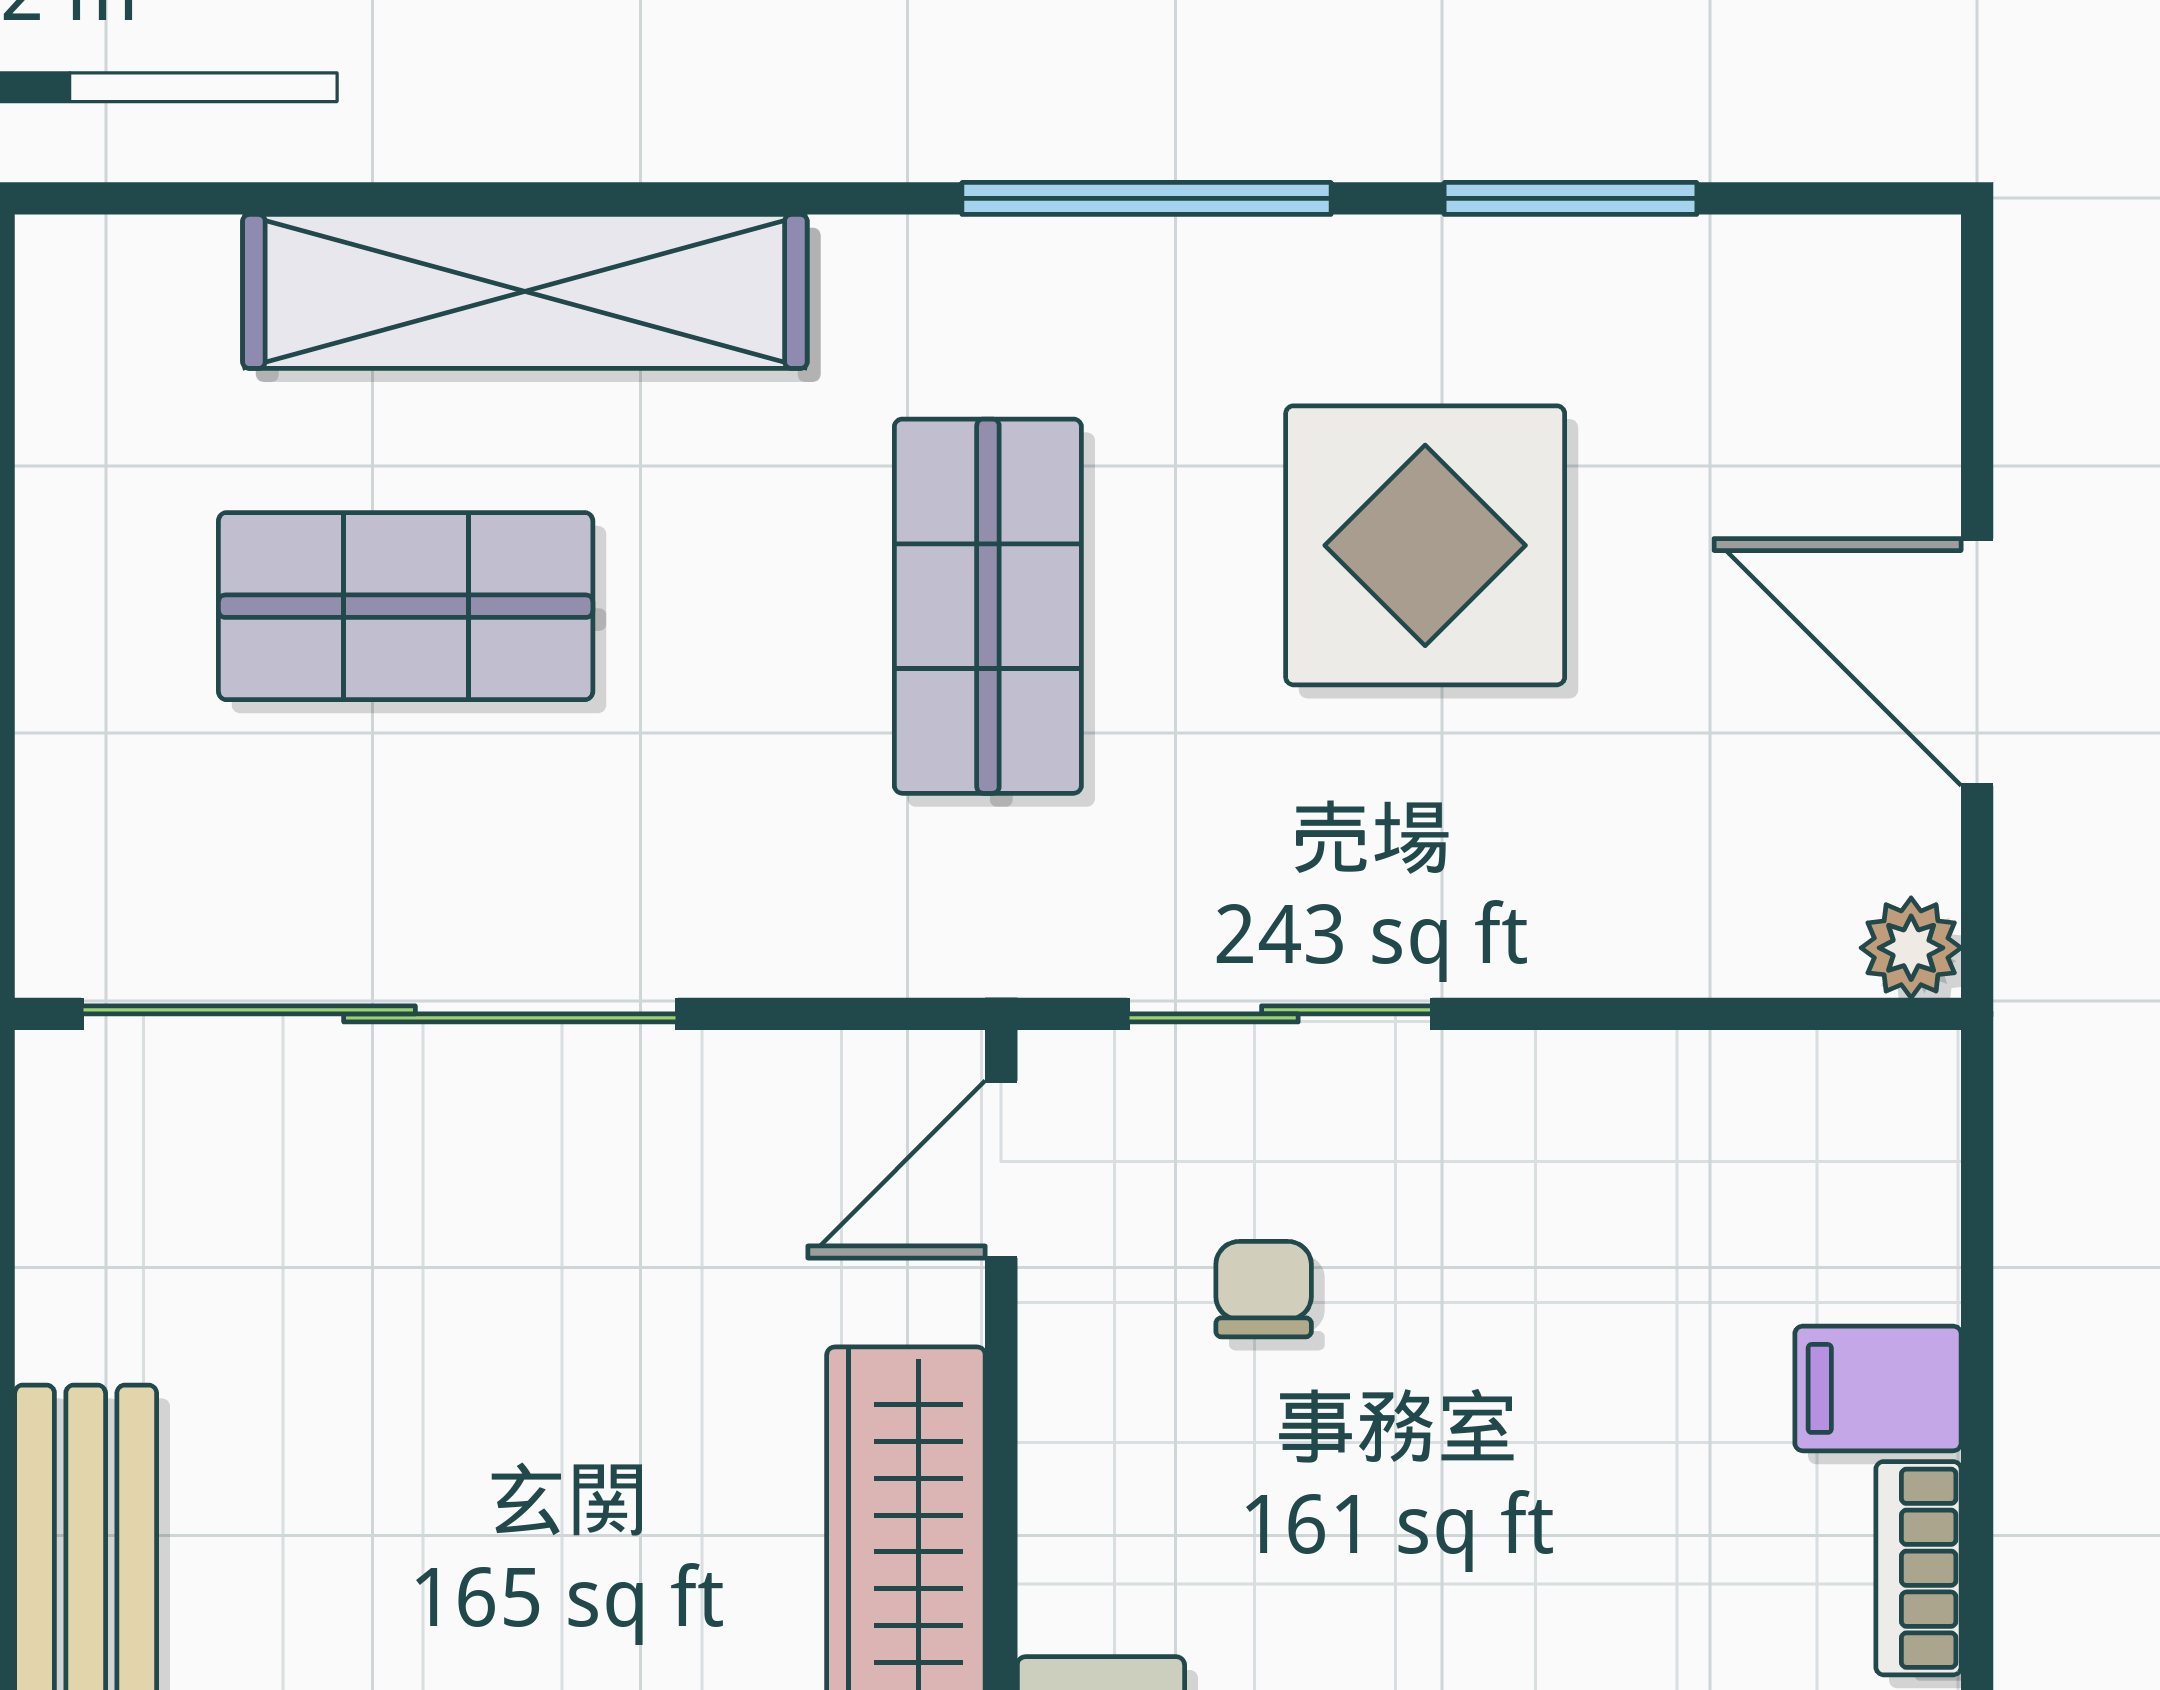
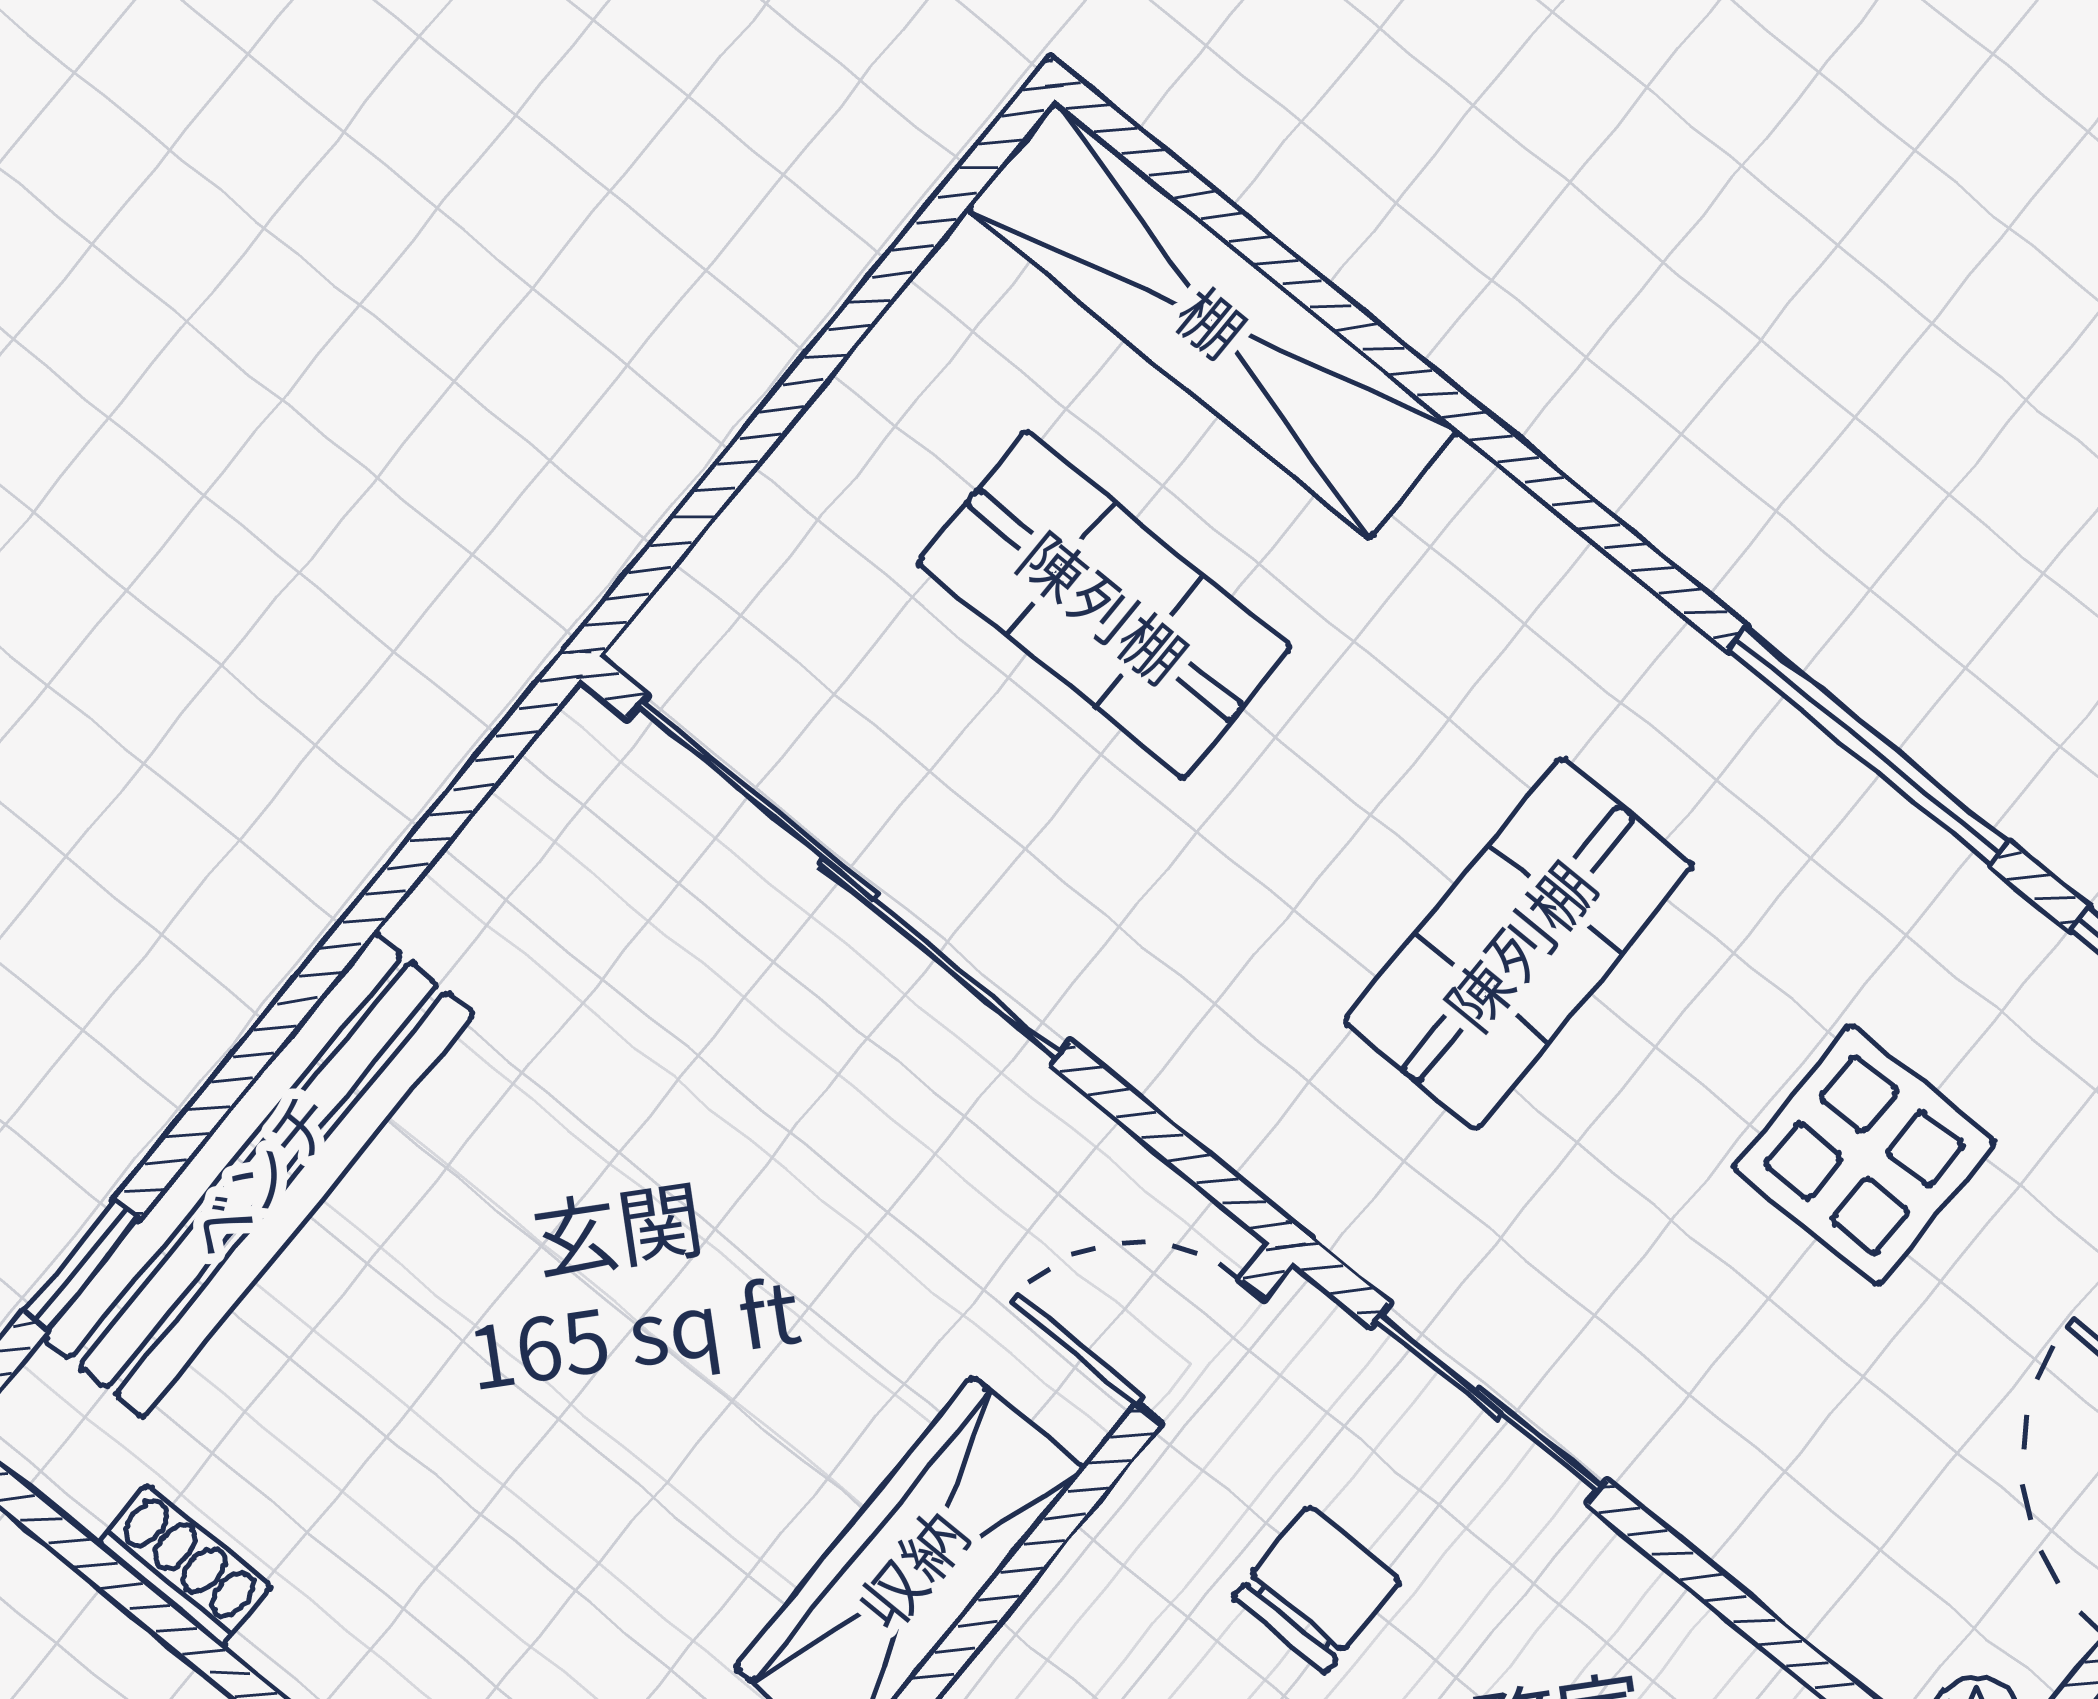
shelving: (525, 291) -> (1213, 320), moved
display table: (1425, 545) -> (1864, 1155), width x0.73, depth x0.73
chair: (1264, 1289) -> (1317, 1589), width x1.37, depth x1.37

